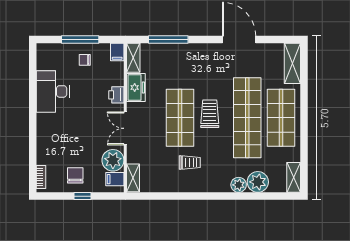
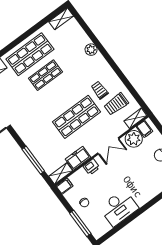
window: (80, 40) -> (80, 223), moved
trolley: (210, 114) -> (116, 104), moved
shop shelf: (247, 118) -> (45, 75), width x0.50, depth x0.74
plant: (258, 182) -> (80, 39), removed

